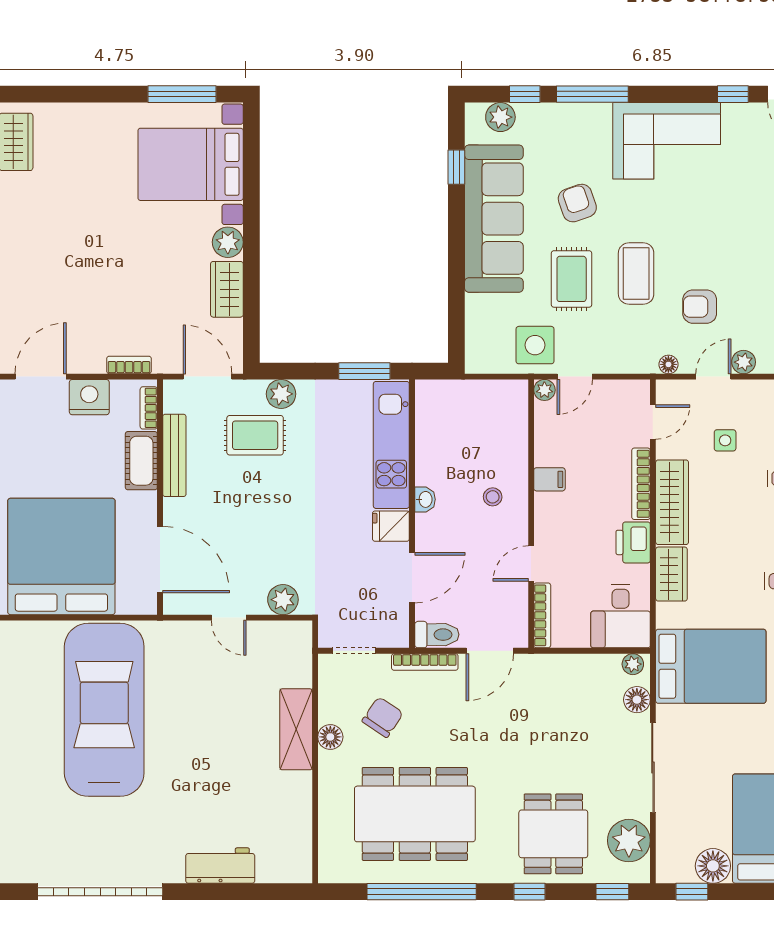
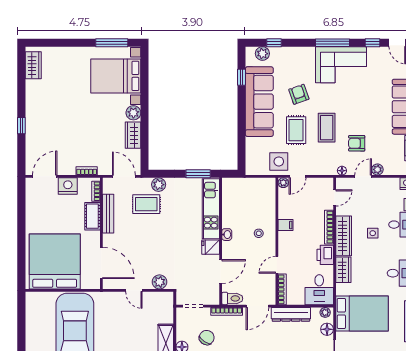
window: (592, 94) -> (332, 43), moved
side table: (725, 440) -> (373, 233), moved
dresser: (561, 668) -> (291, 314), added

